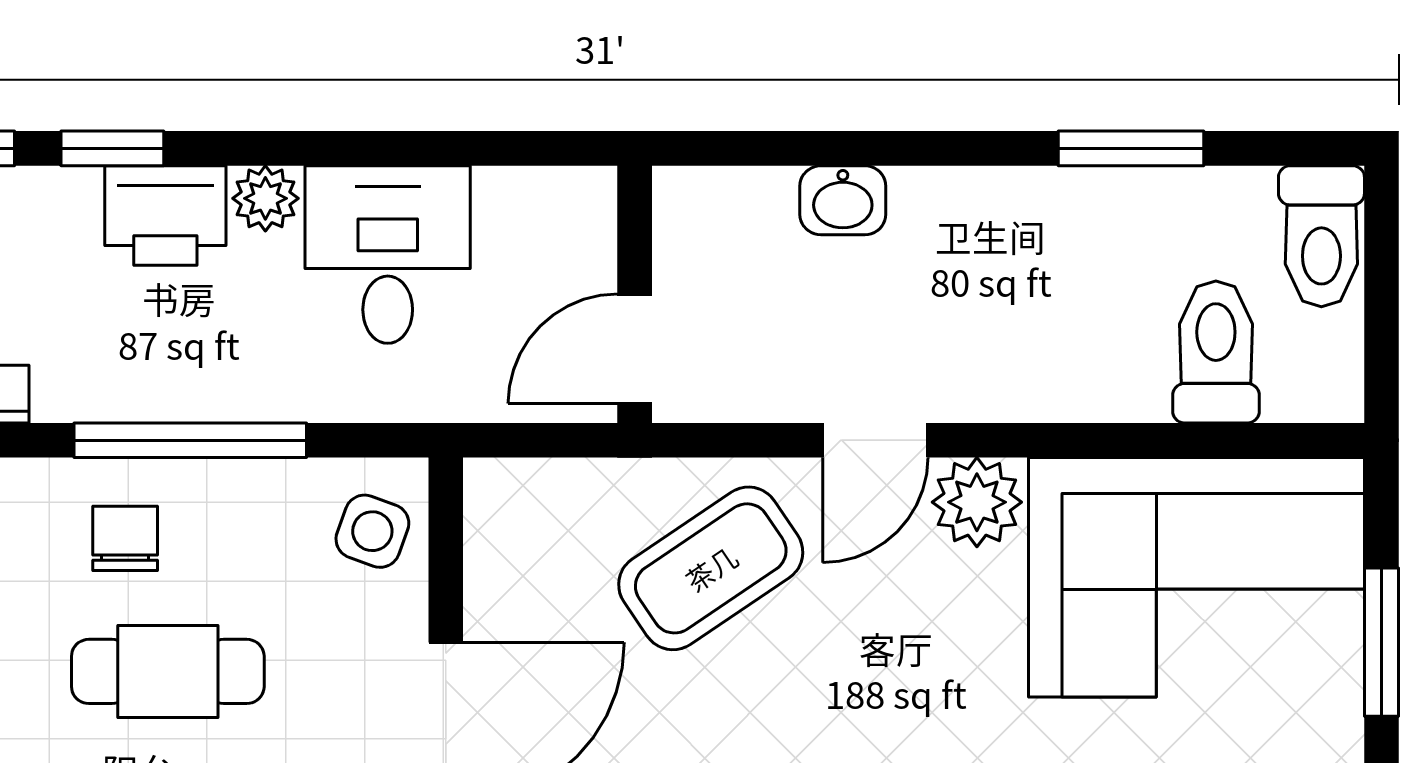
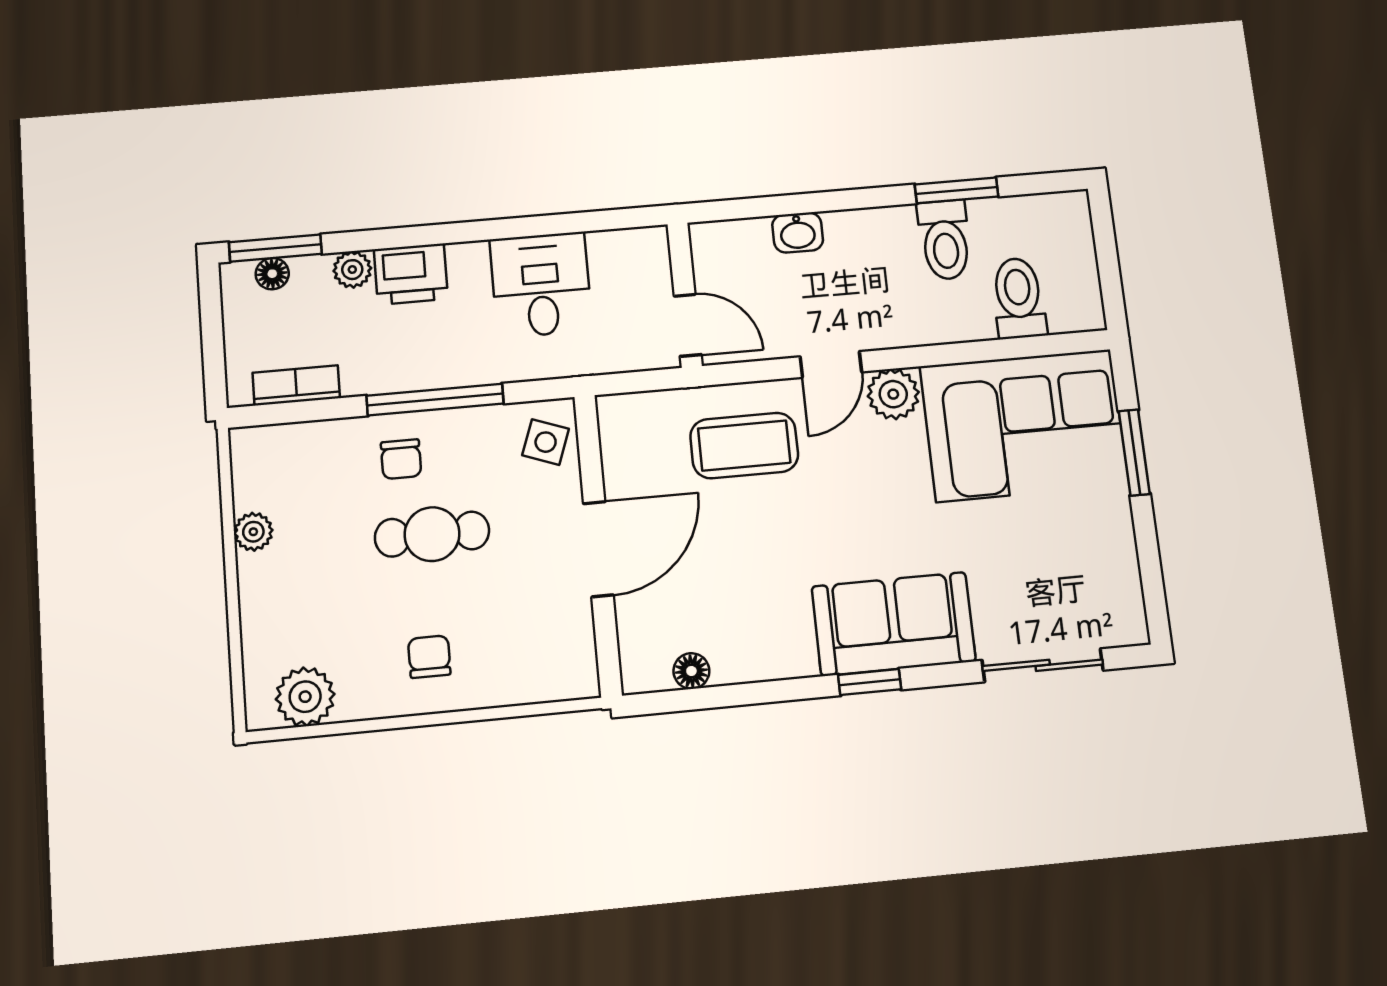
window: (112, 148) -> (378, 239), removed
plant: (265, 198) -> (352, 270), moved
toilet: (1321, 236) -> (945, 240), moved
door: (635, 349) -> (688, 325), swing flipped
chair: (125, 538) -> (401, 459), turned 180
coffee table: (711, 568) -> (744, 446), turned 34

